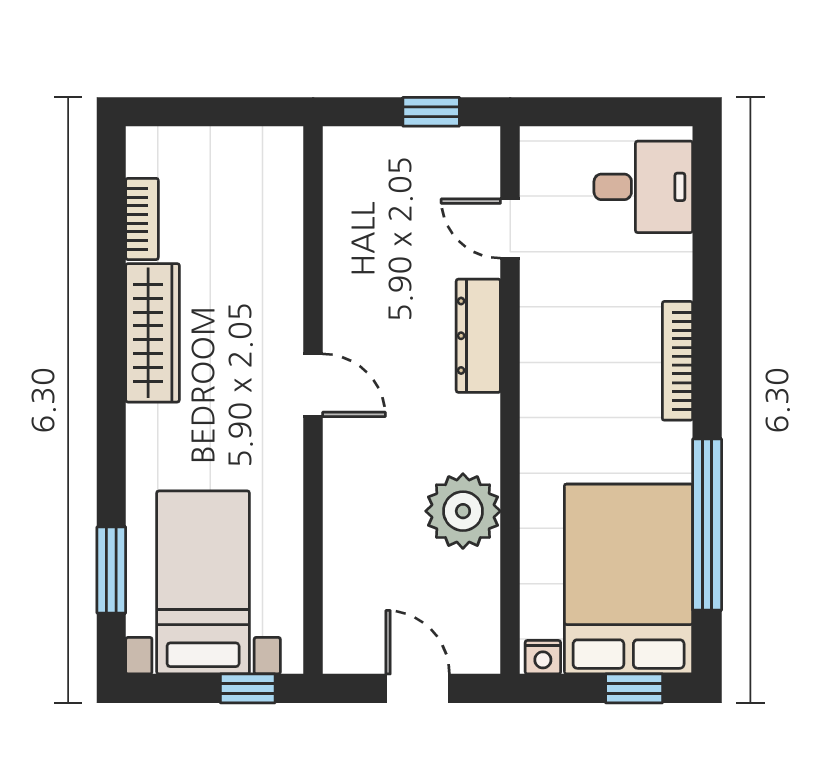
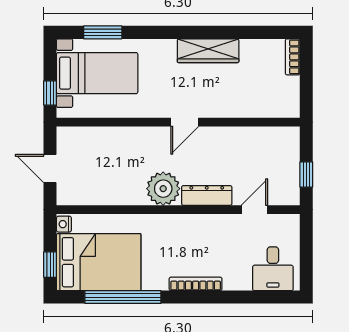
bookcase: (142, 219) -> (293, 57), moved, turned 90
plant: (463, 511) -> (163, 189), moved
door: (418, 688) -> (50, 168), swing flipped

